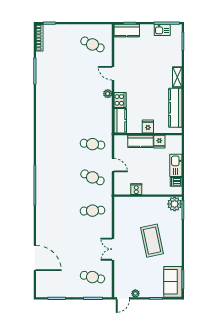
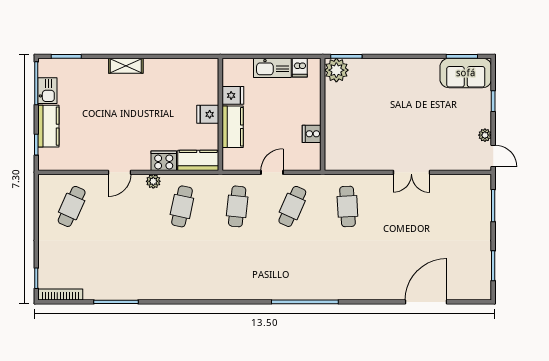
kitchen counter: (127, 30) -> (48, 126), moved
kitchen counter: (175, 108) -> (177, 69), removed
coffee table: (152, 241) -> (397, 108), removed
cafe table: (92, 277) -> (182, 206), moved

